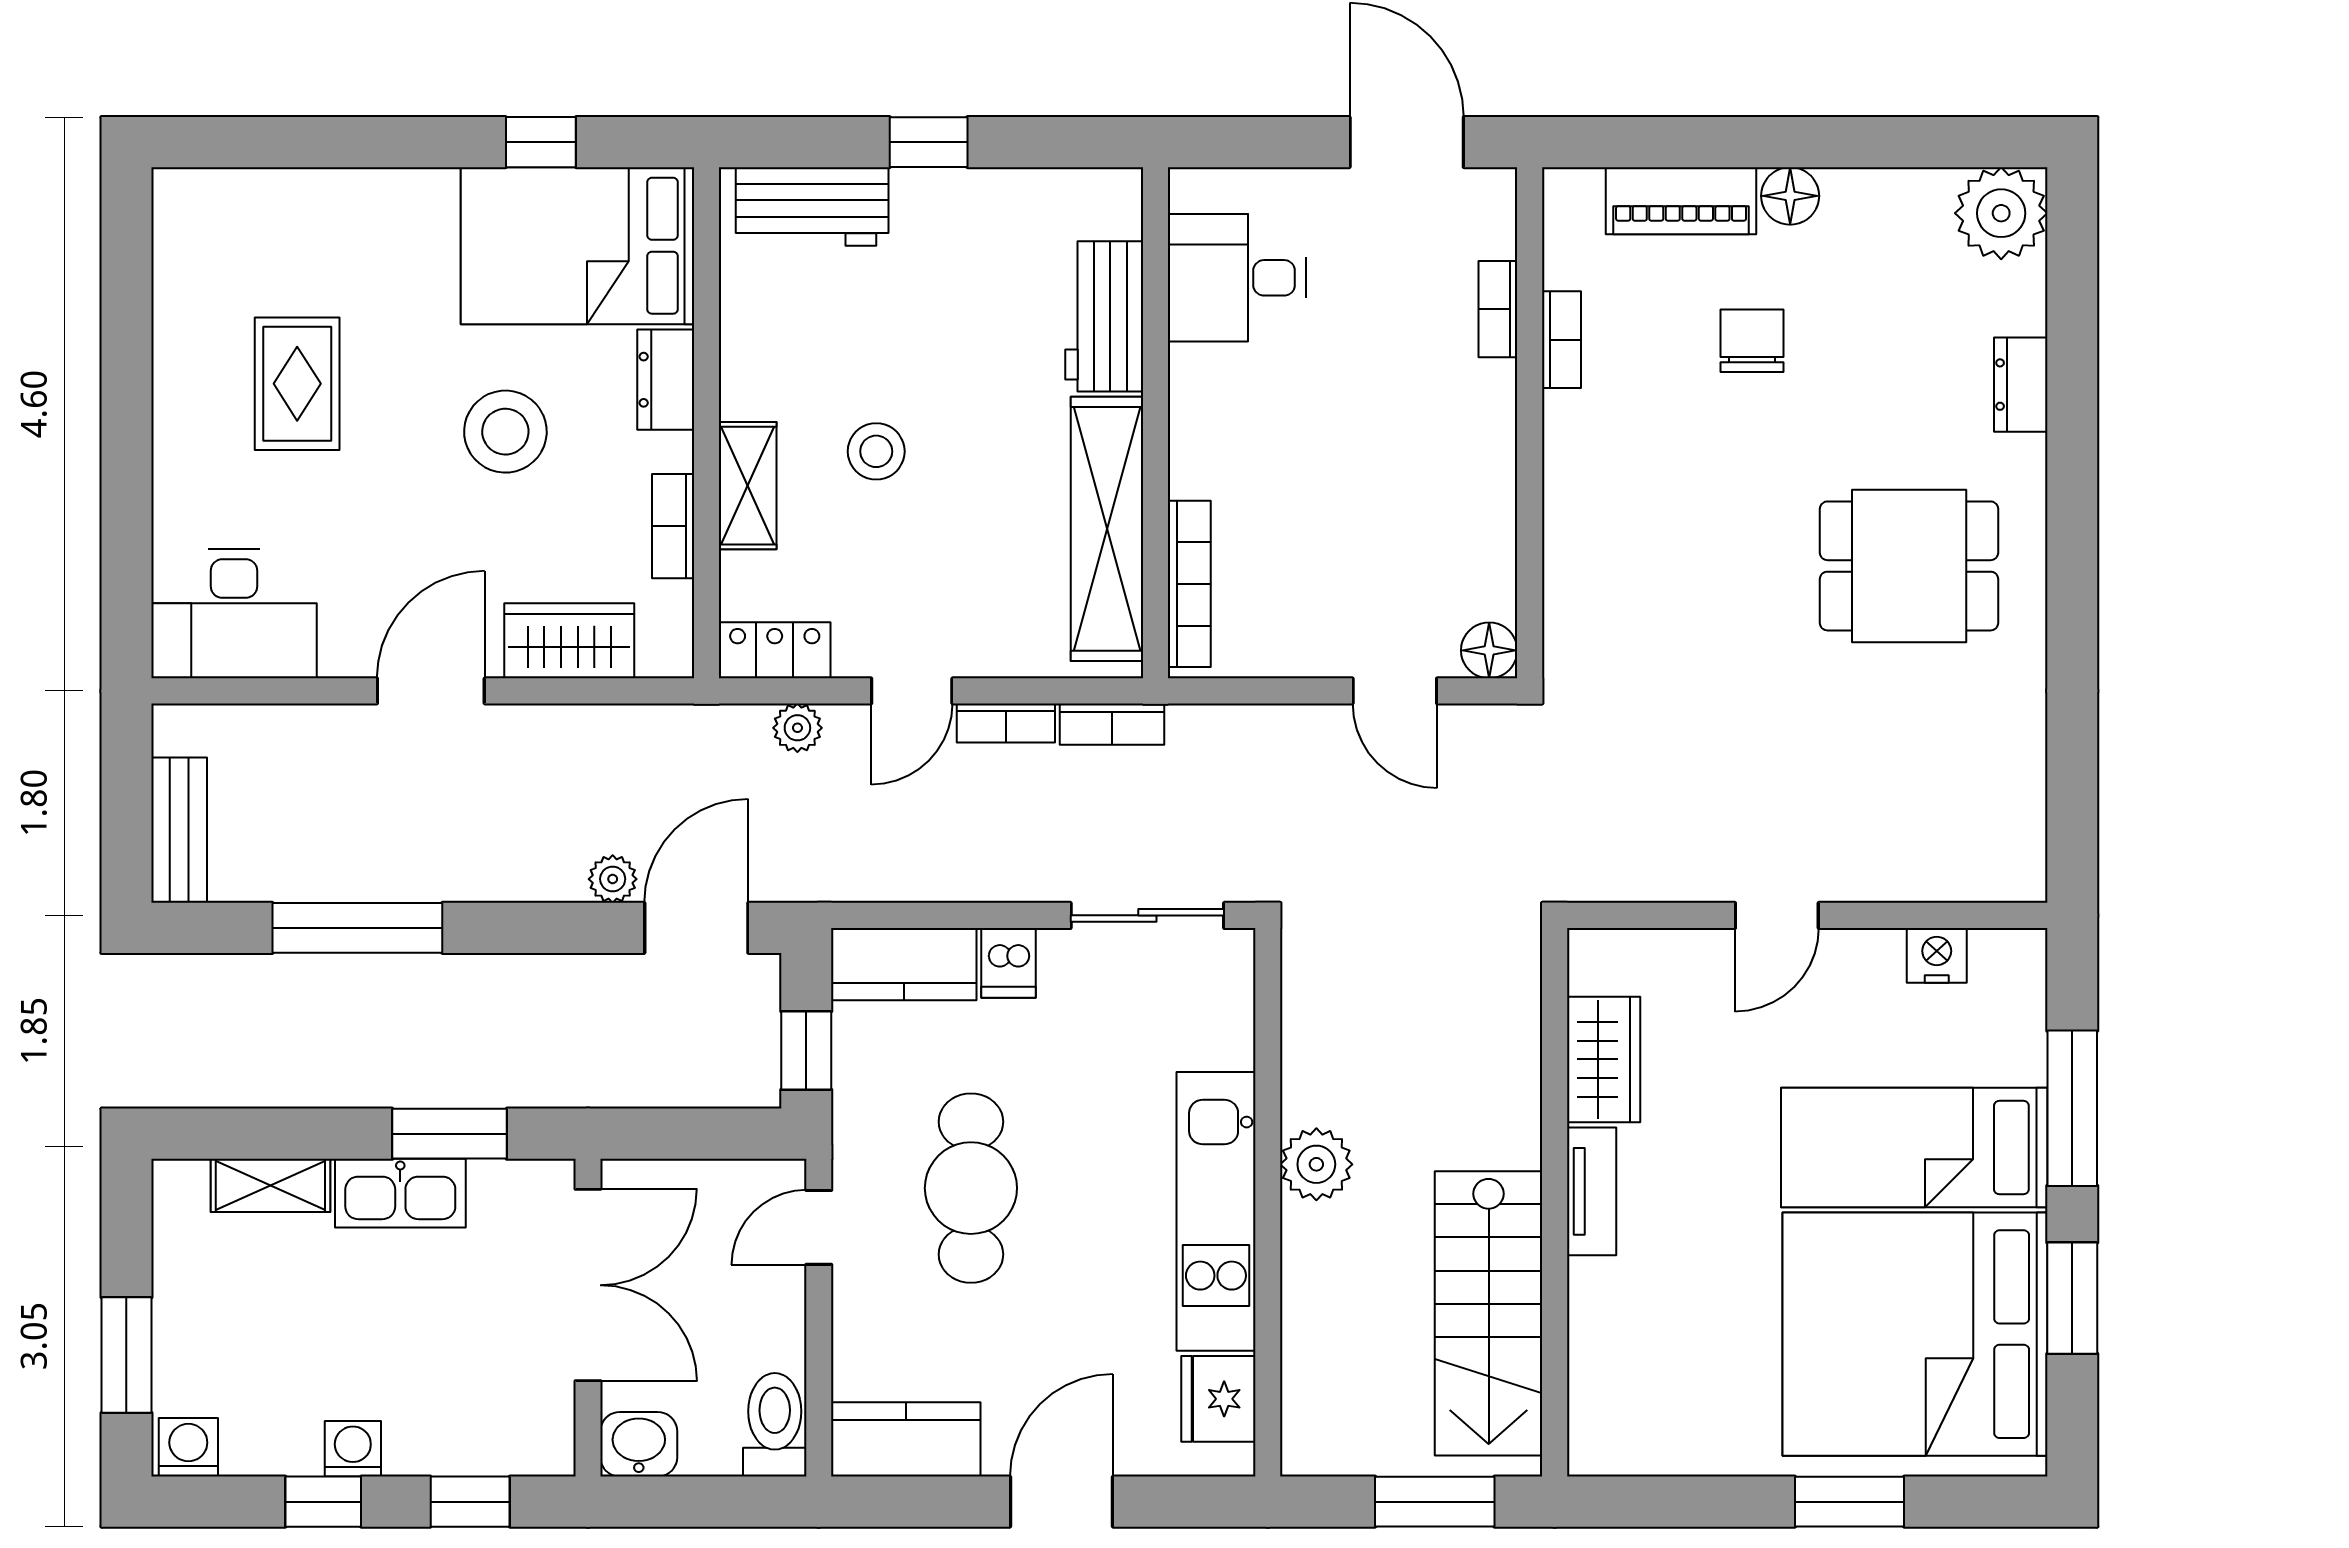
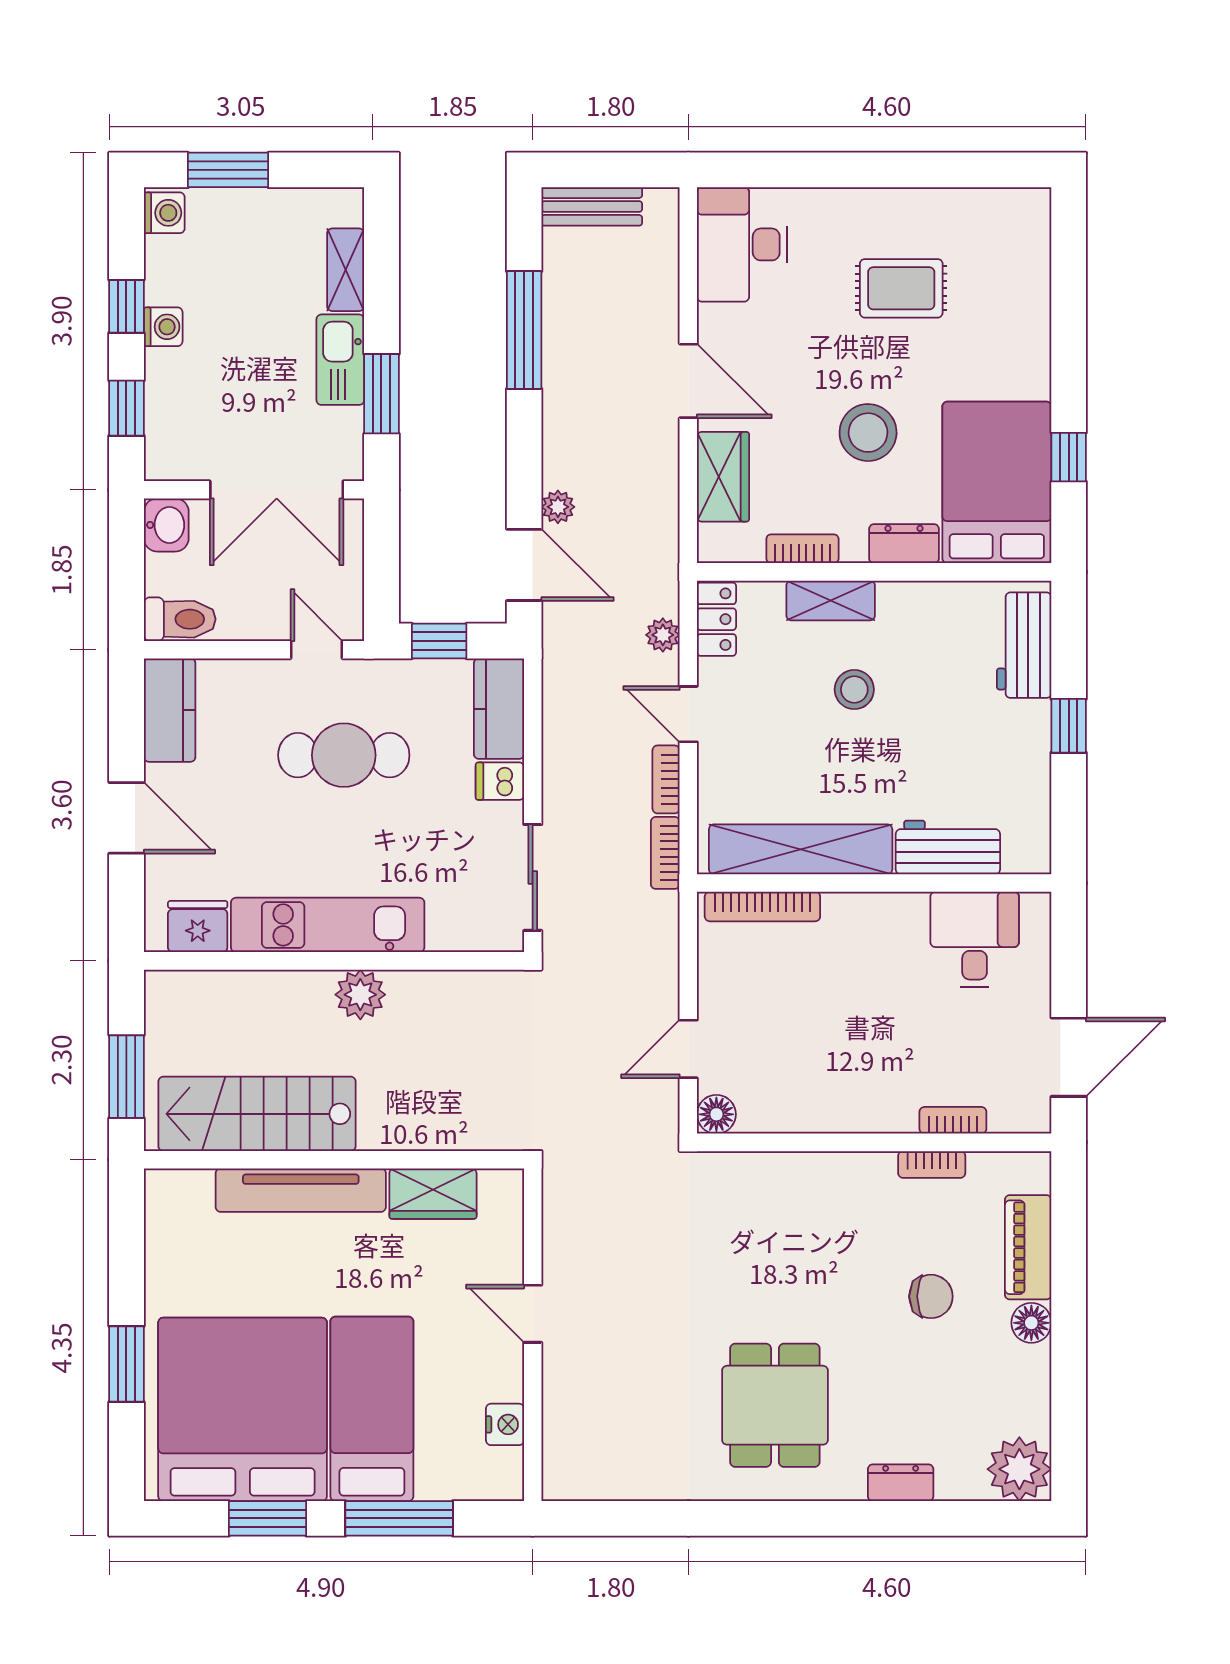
tv unit: (1592, 1191) -> (301, 1190), width x1.92, depth x1.29

